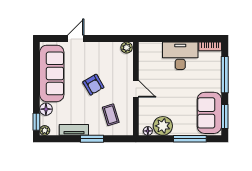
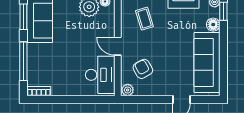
desk: (180, 56) -> (100, 75), moved, turned -90
armchair: (93, 85) -> (143, 69), moved

